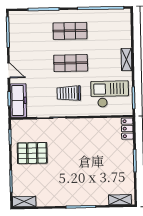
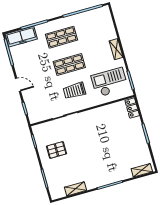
freezer: (18, 100) -> (21, 36), moved, turned 90
pallet: (32, 153) -> (56, 150), width x0.67, depth x0.71
shelving: (24, 202) -> (76, 189), moved

